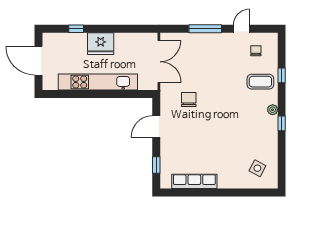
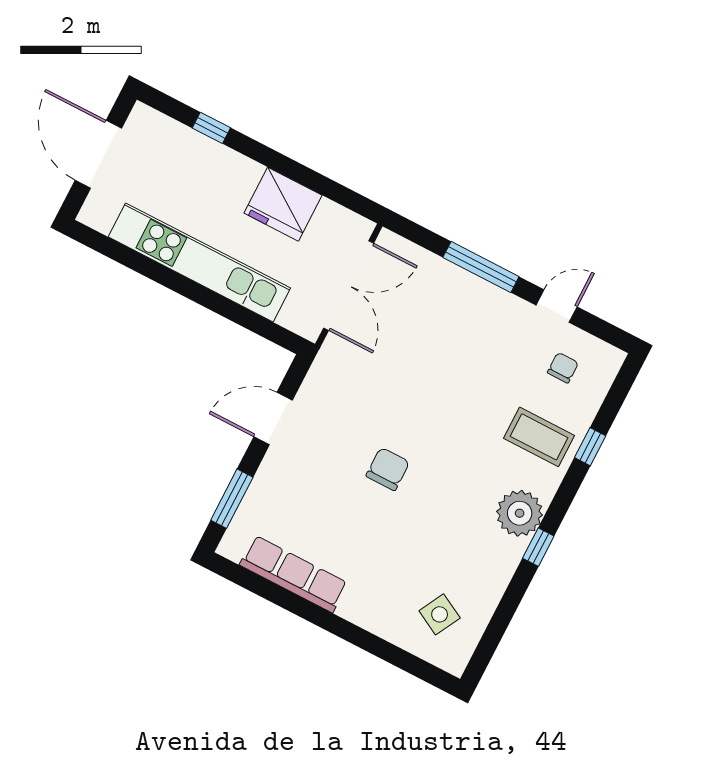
fridge: (101, 44) -> (283, 204), moved
chair: (189, 100) -> (388, 469), moved
plant: (273, 110) -> (520, 513), width x1.87, depth x1.87
window: (156, 165) -> (232, 499), width x1.50

